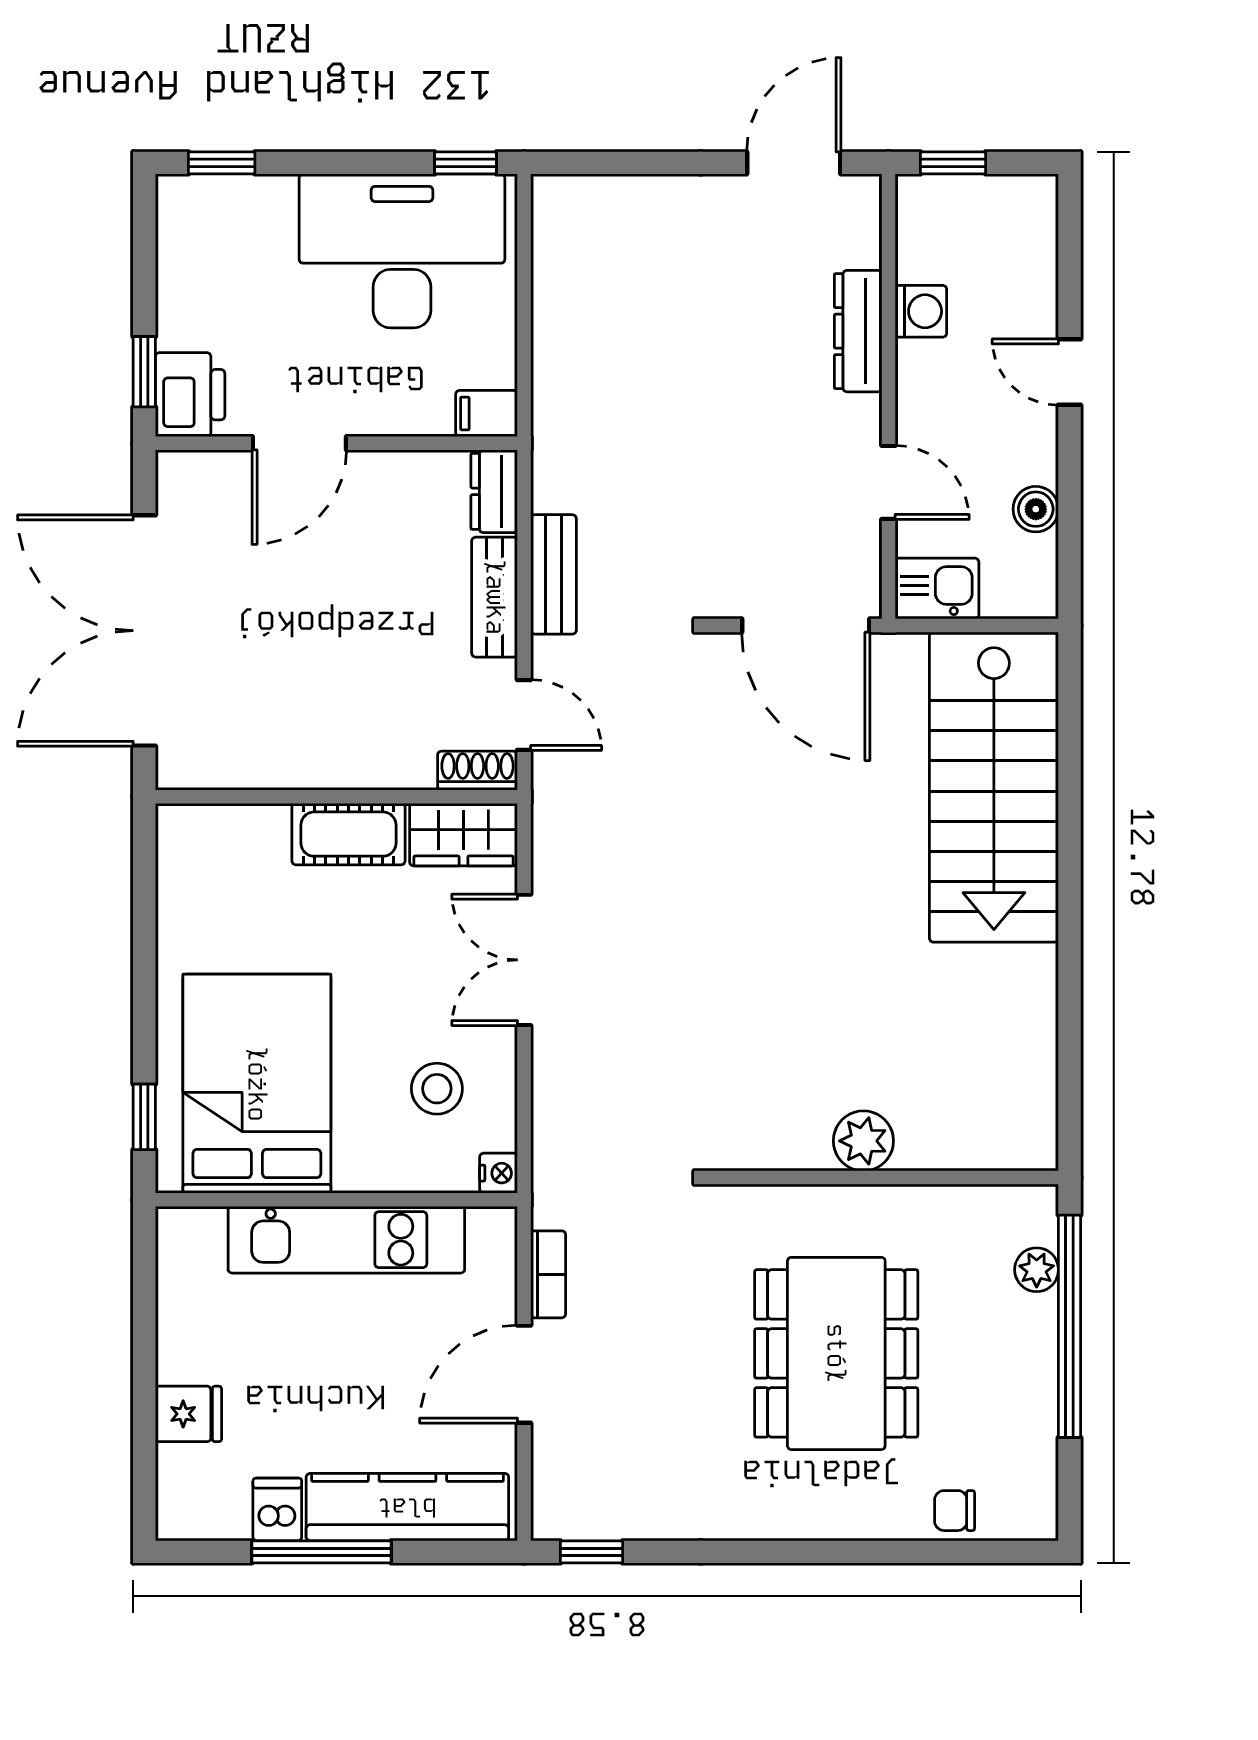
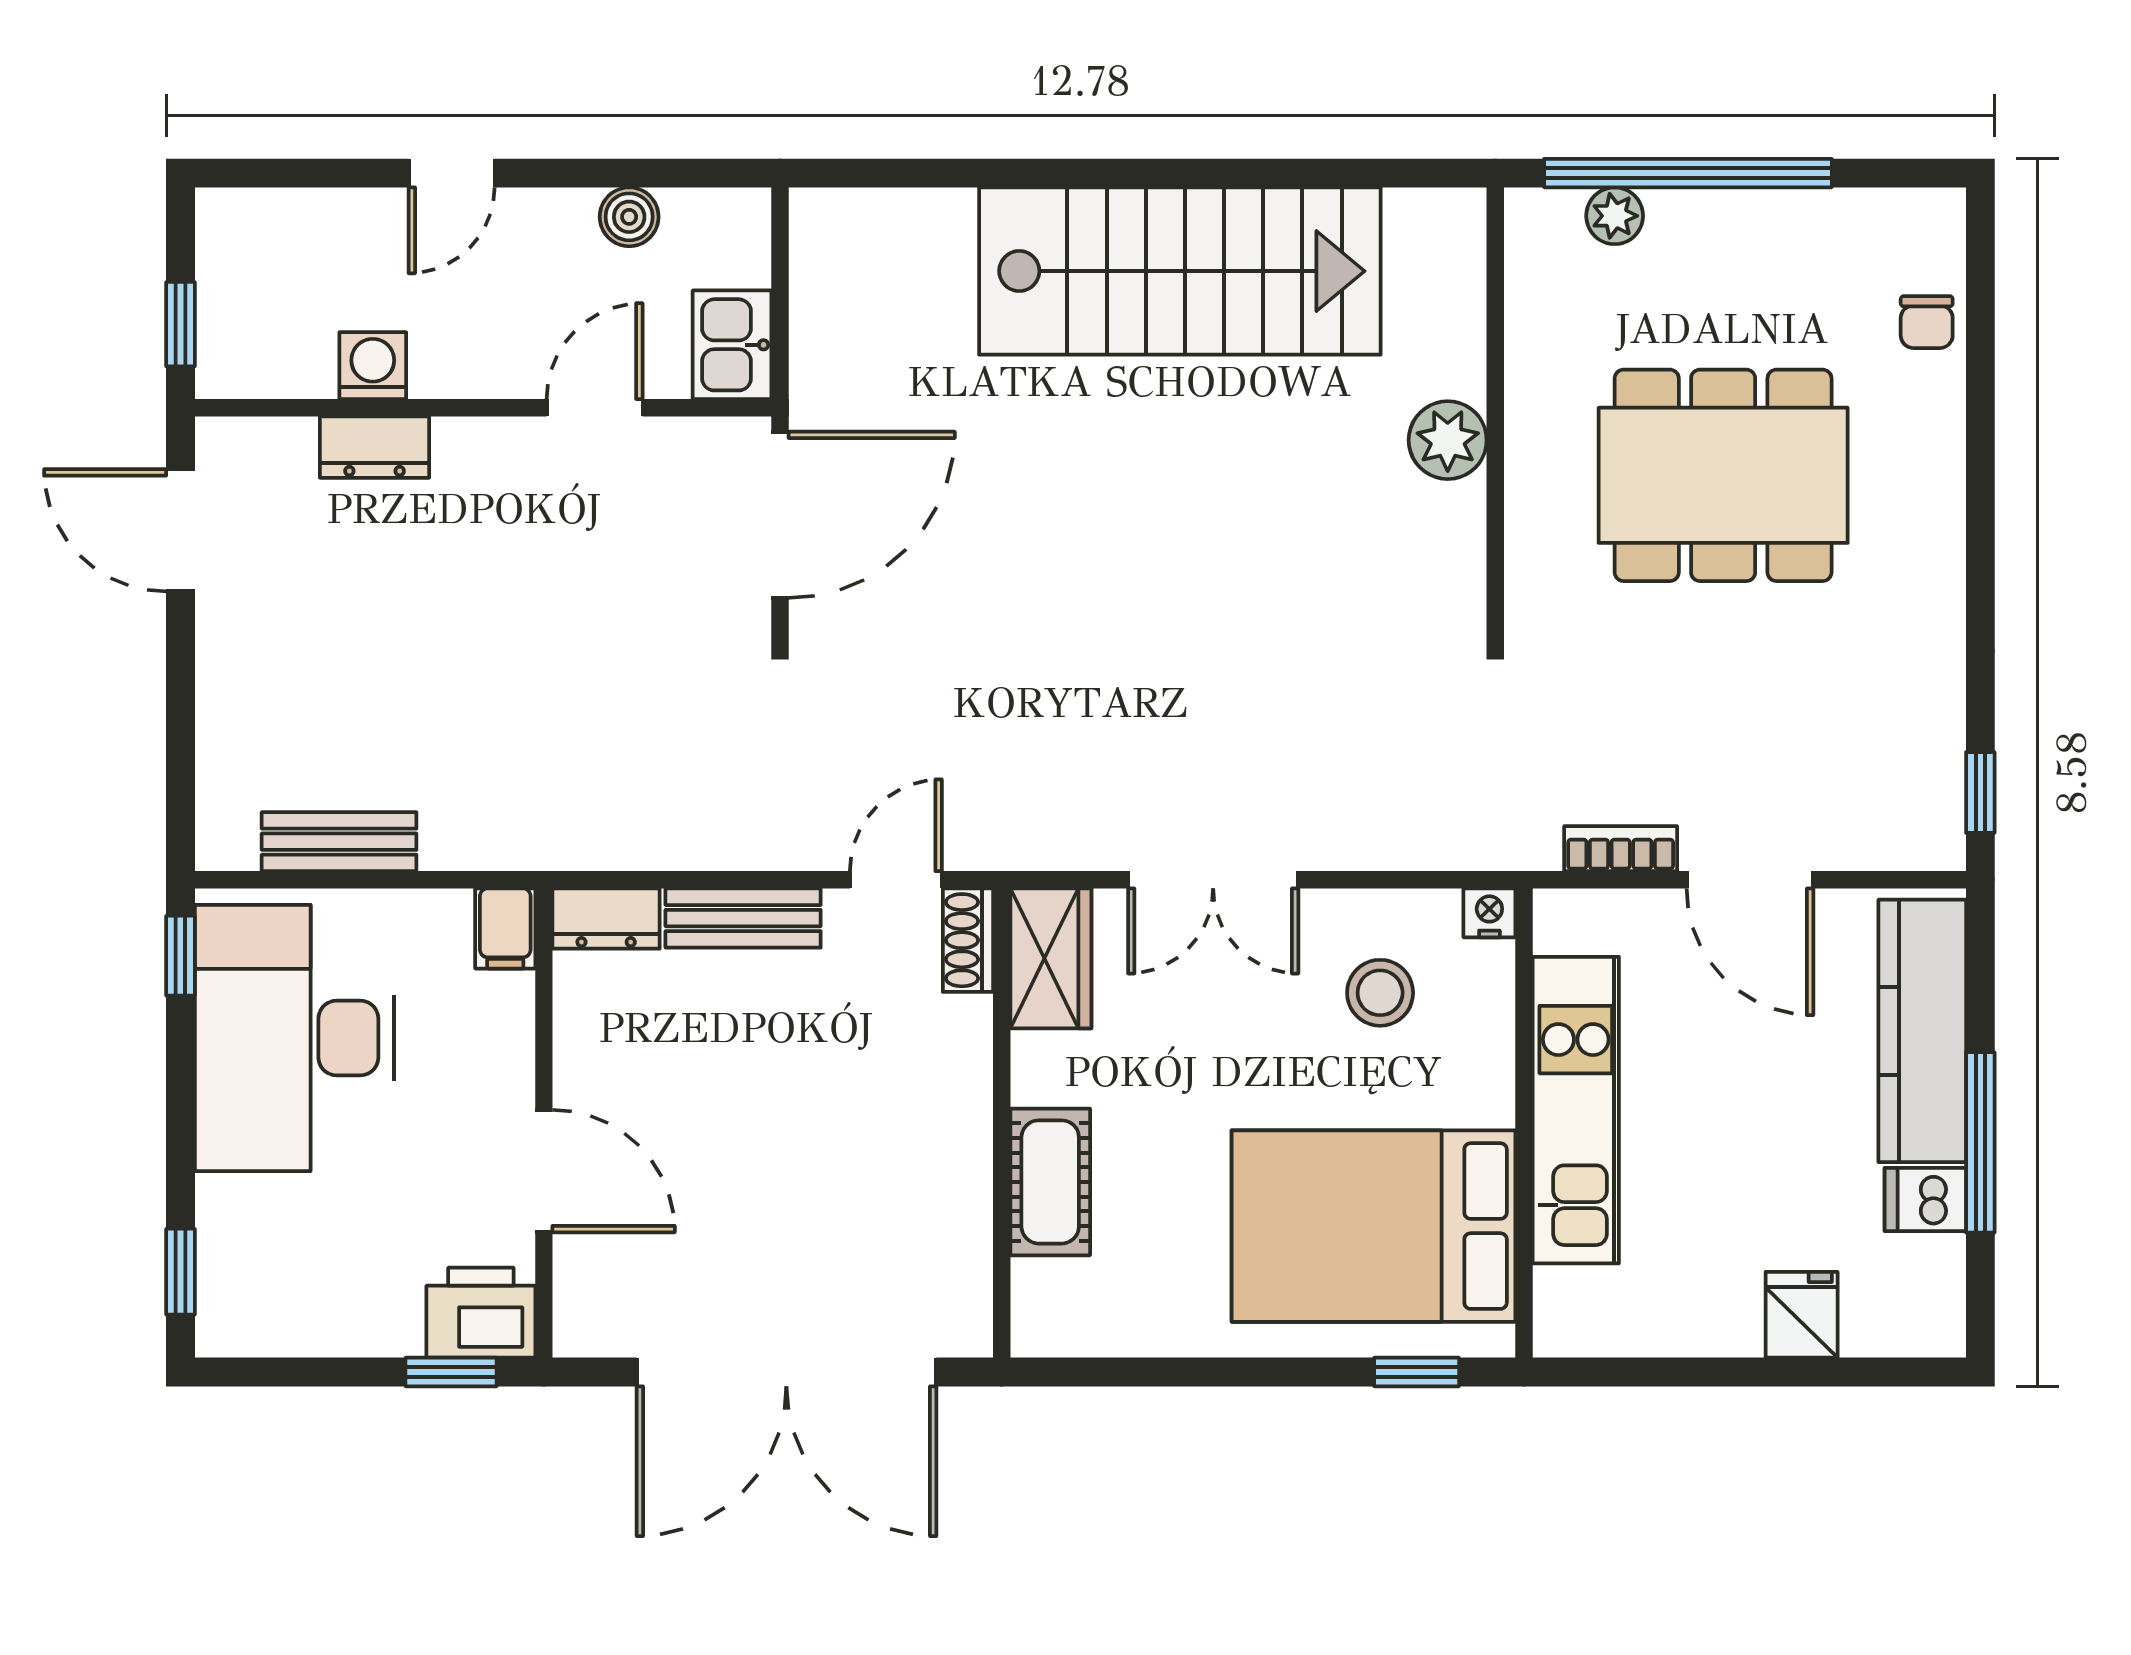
dresser: (858, 331) -> (375, 447), width x0.70
bench: (554, 574) -> (339, 842), moved
stairs: (994, 787) -> (1180, 271), moved
cot: (348, 834) -> (1050, 1182), moved

